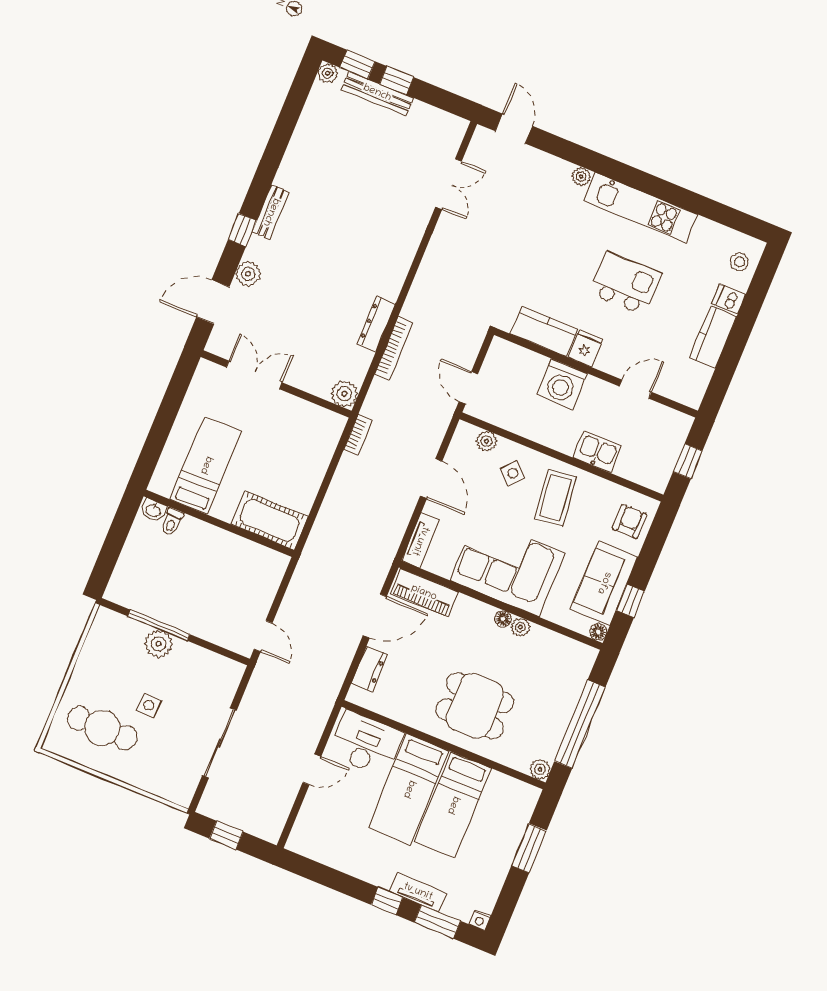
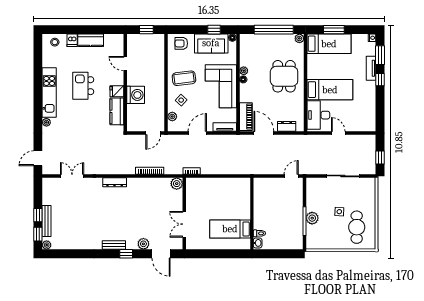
dresser: (376, 324) -> (115, 182), moved
kitchen sink: (597, 452) -> (158, 69), removed
cot: (270, 520) -> (242, 193), removed
bed: (453, 805) -> (329, 44), moved

